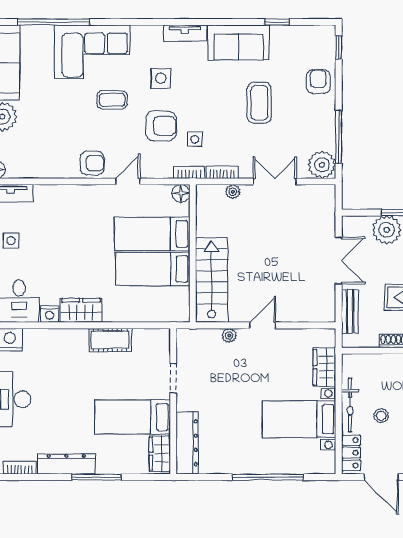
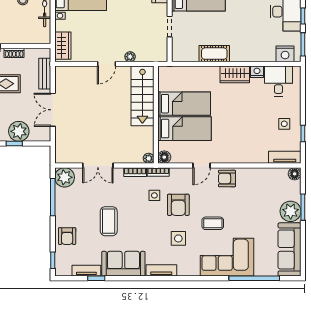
tv unit: (291, 33) -> (86, 271), added
armchair: (161, 126) -> (178, 205), turned -90
plant: (233, 192) -> (149, 158), moved
wardrobe: (324, 367) -> (63, 46), moved

